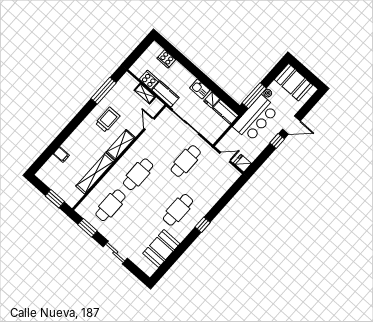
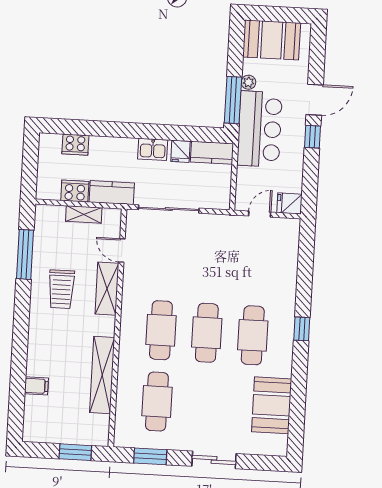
trolley: (108, 120) -> (61, 289), turned 180
shelving: (121, 145) -> (107, 289), moved
cafe table: (186, 161) -> (207, 333), moved

